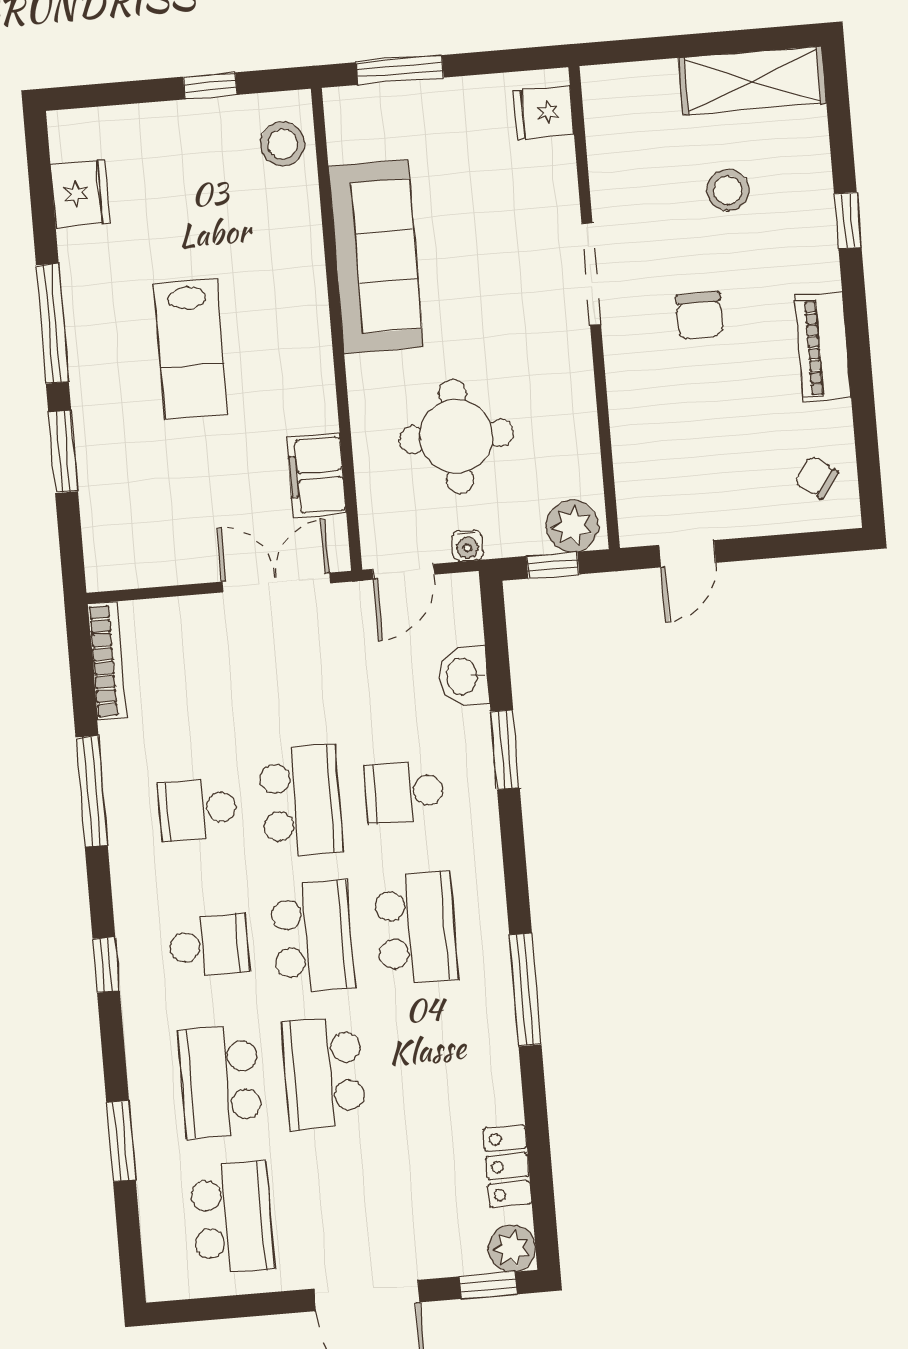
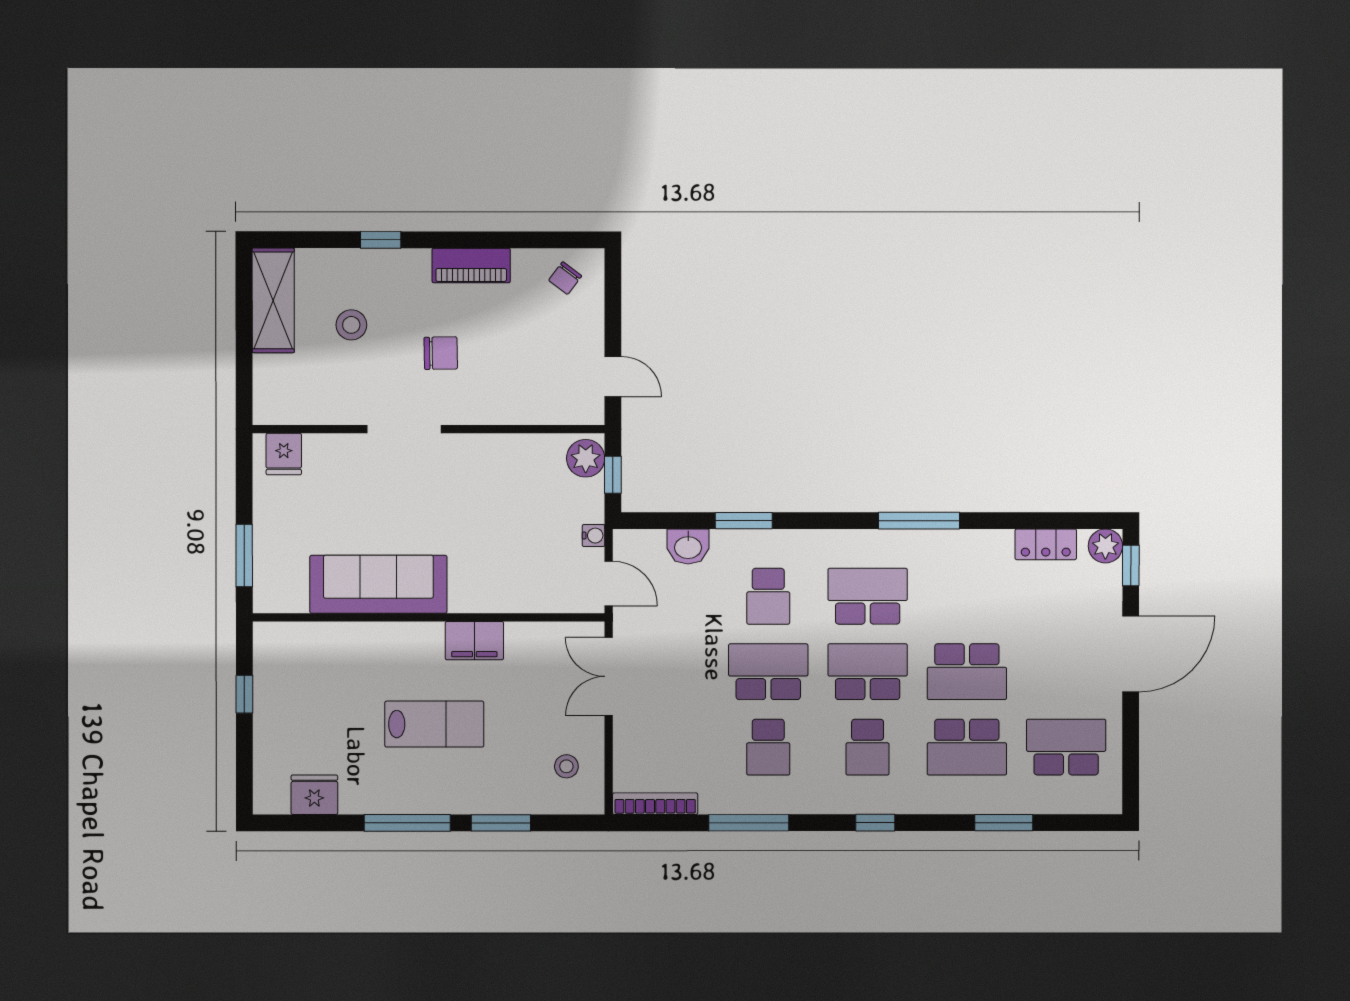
stool: (283, 144) -> (566, 766), moved, width x0.73, depth x0.73
round table: (456, 436) -> (514, 537), removed
filing cabinet: (317, 475) -> (474, 641), moved
school desk: (209, 945) -> (868, 747), turned 180

